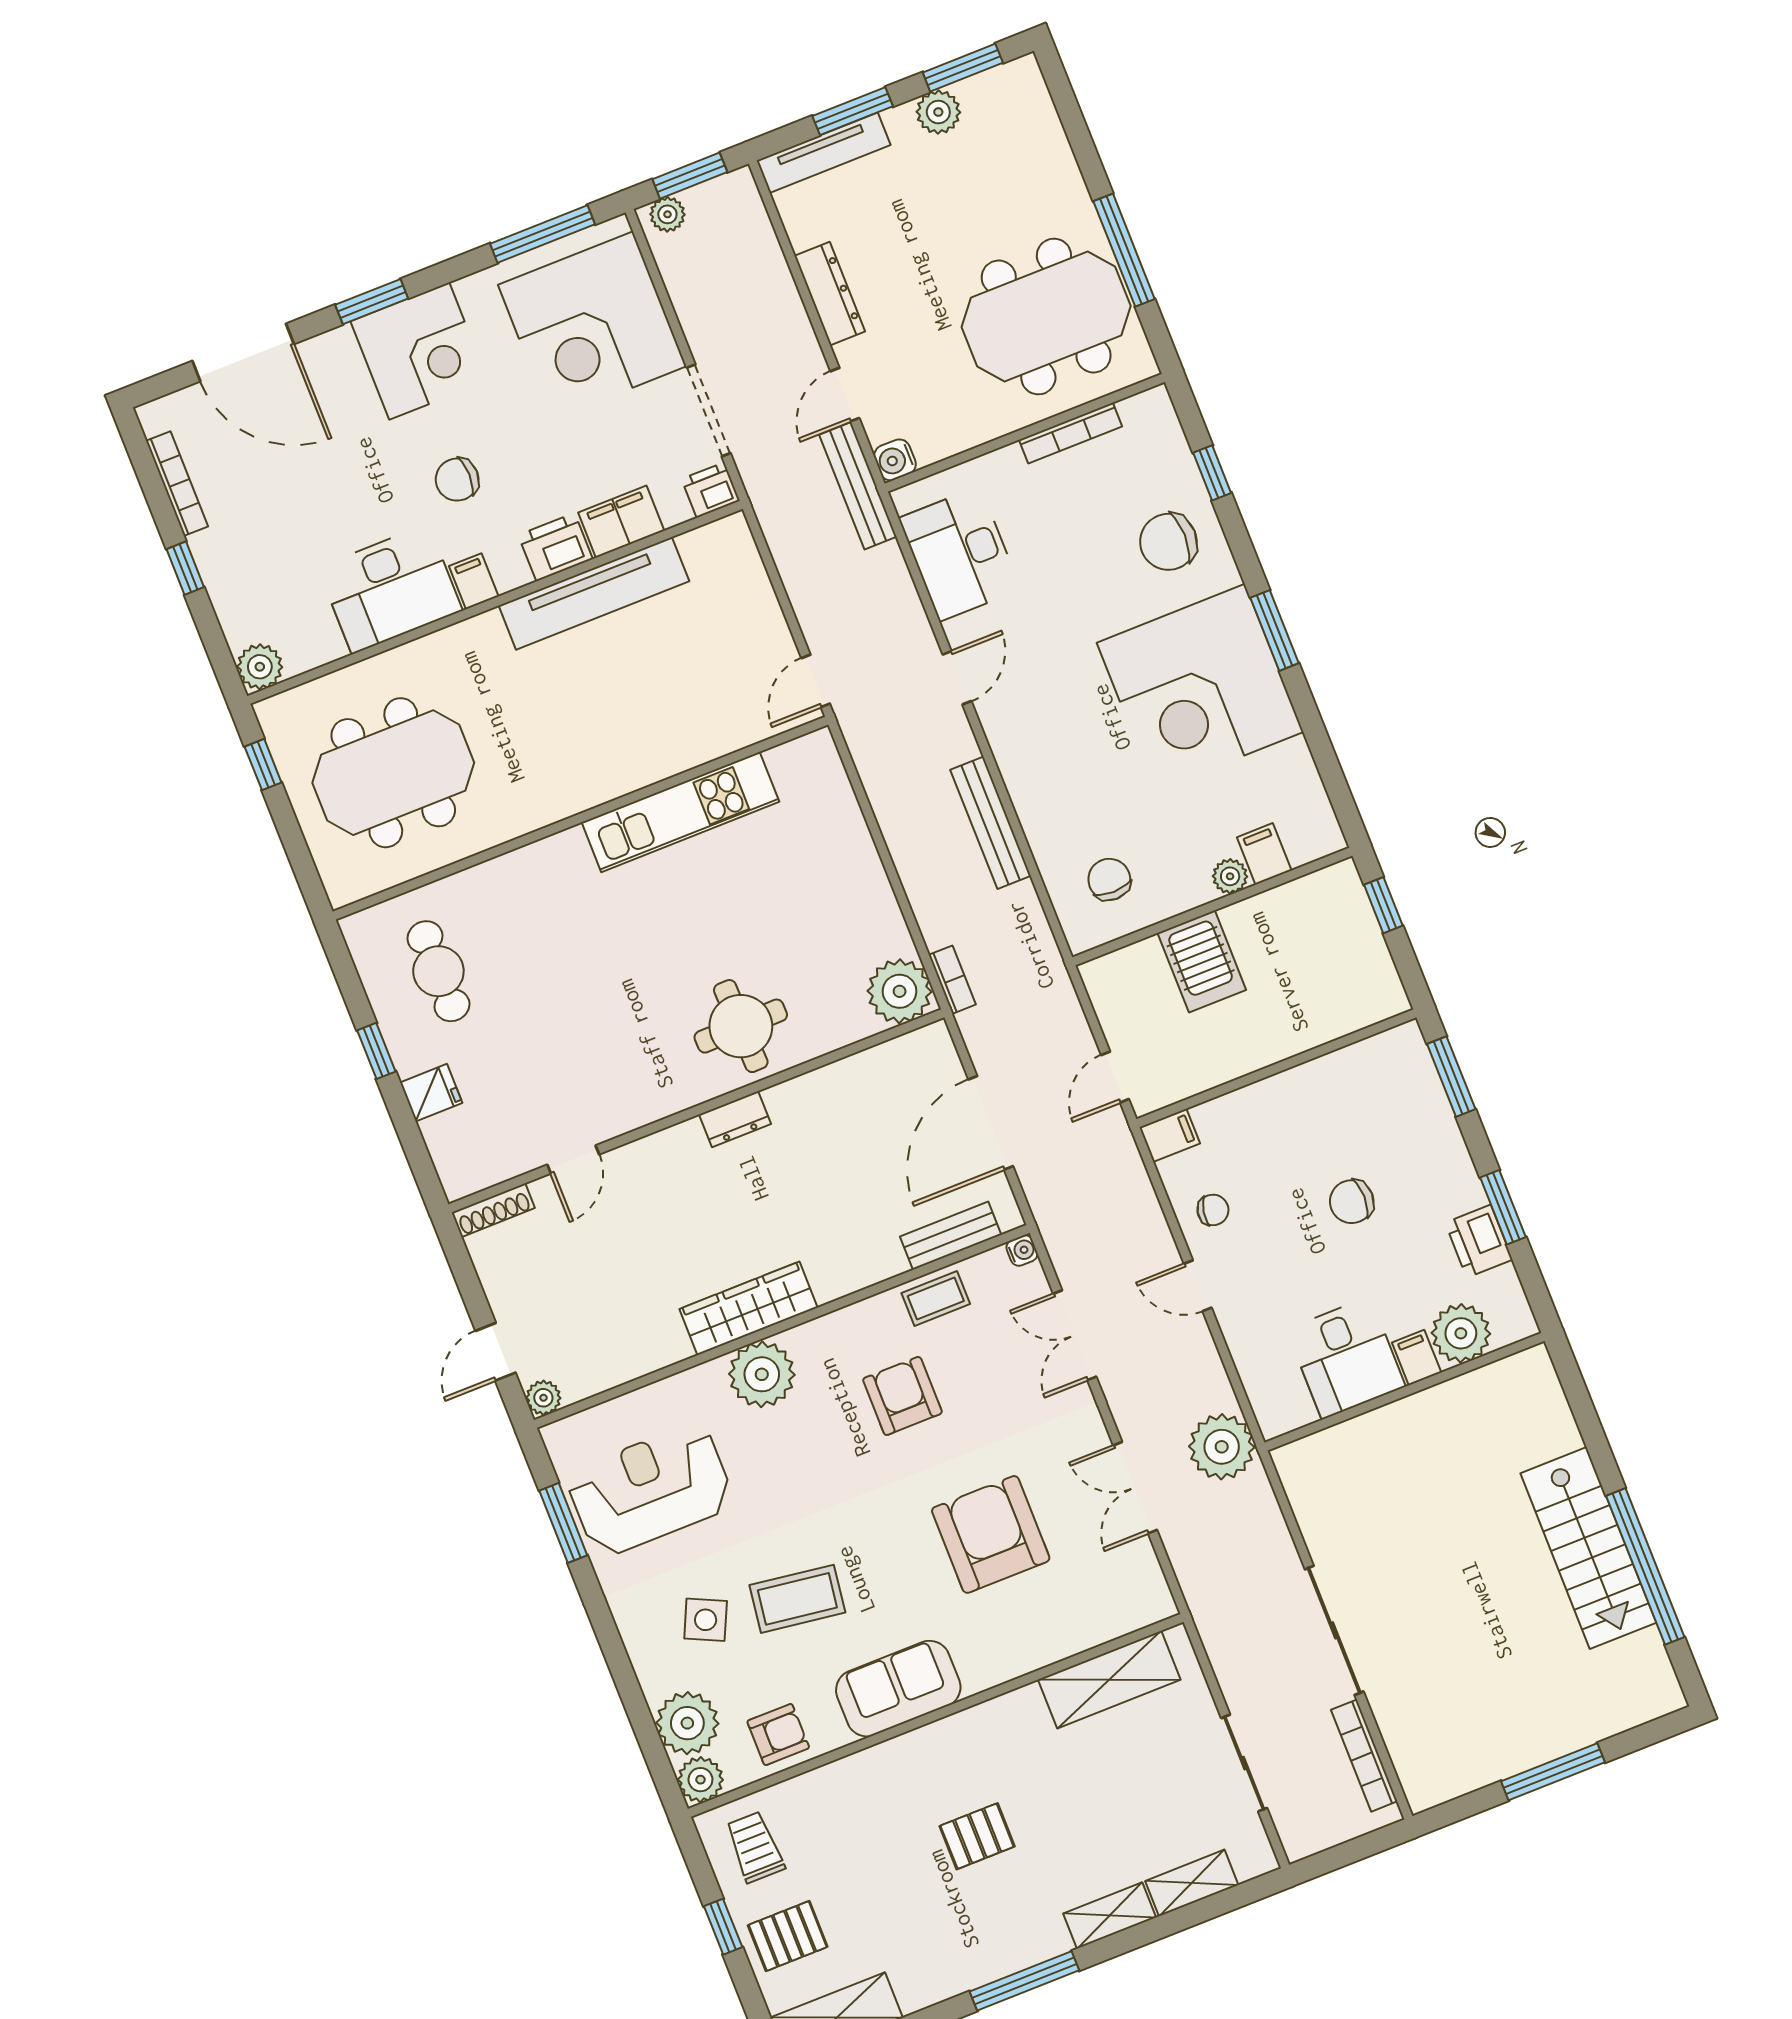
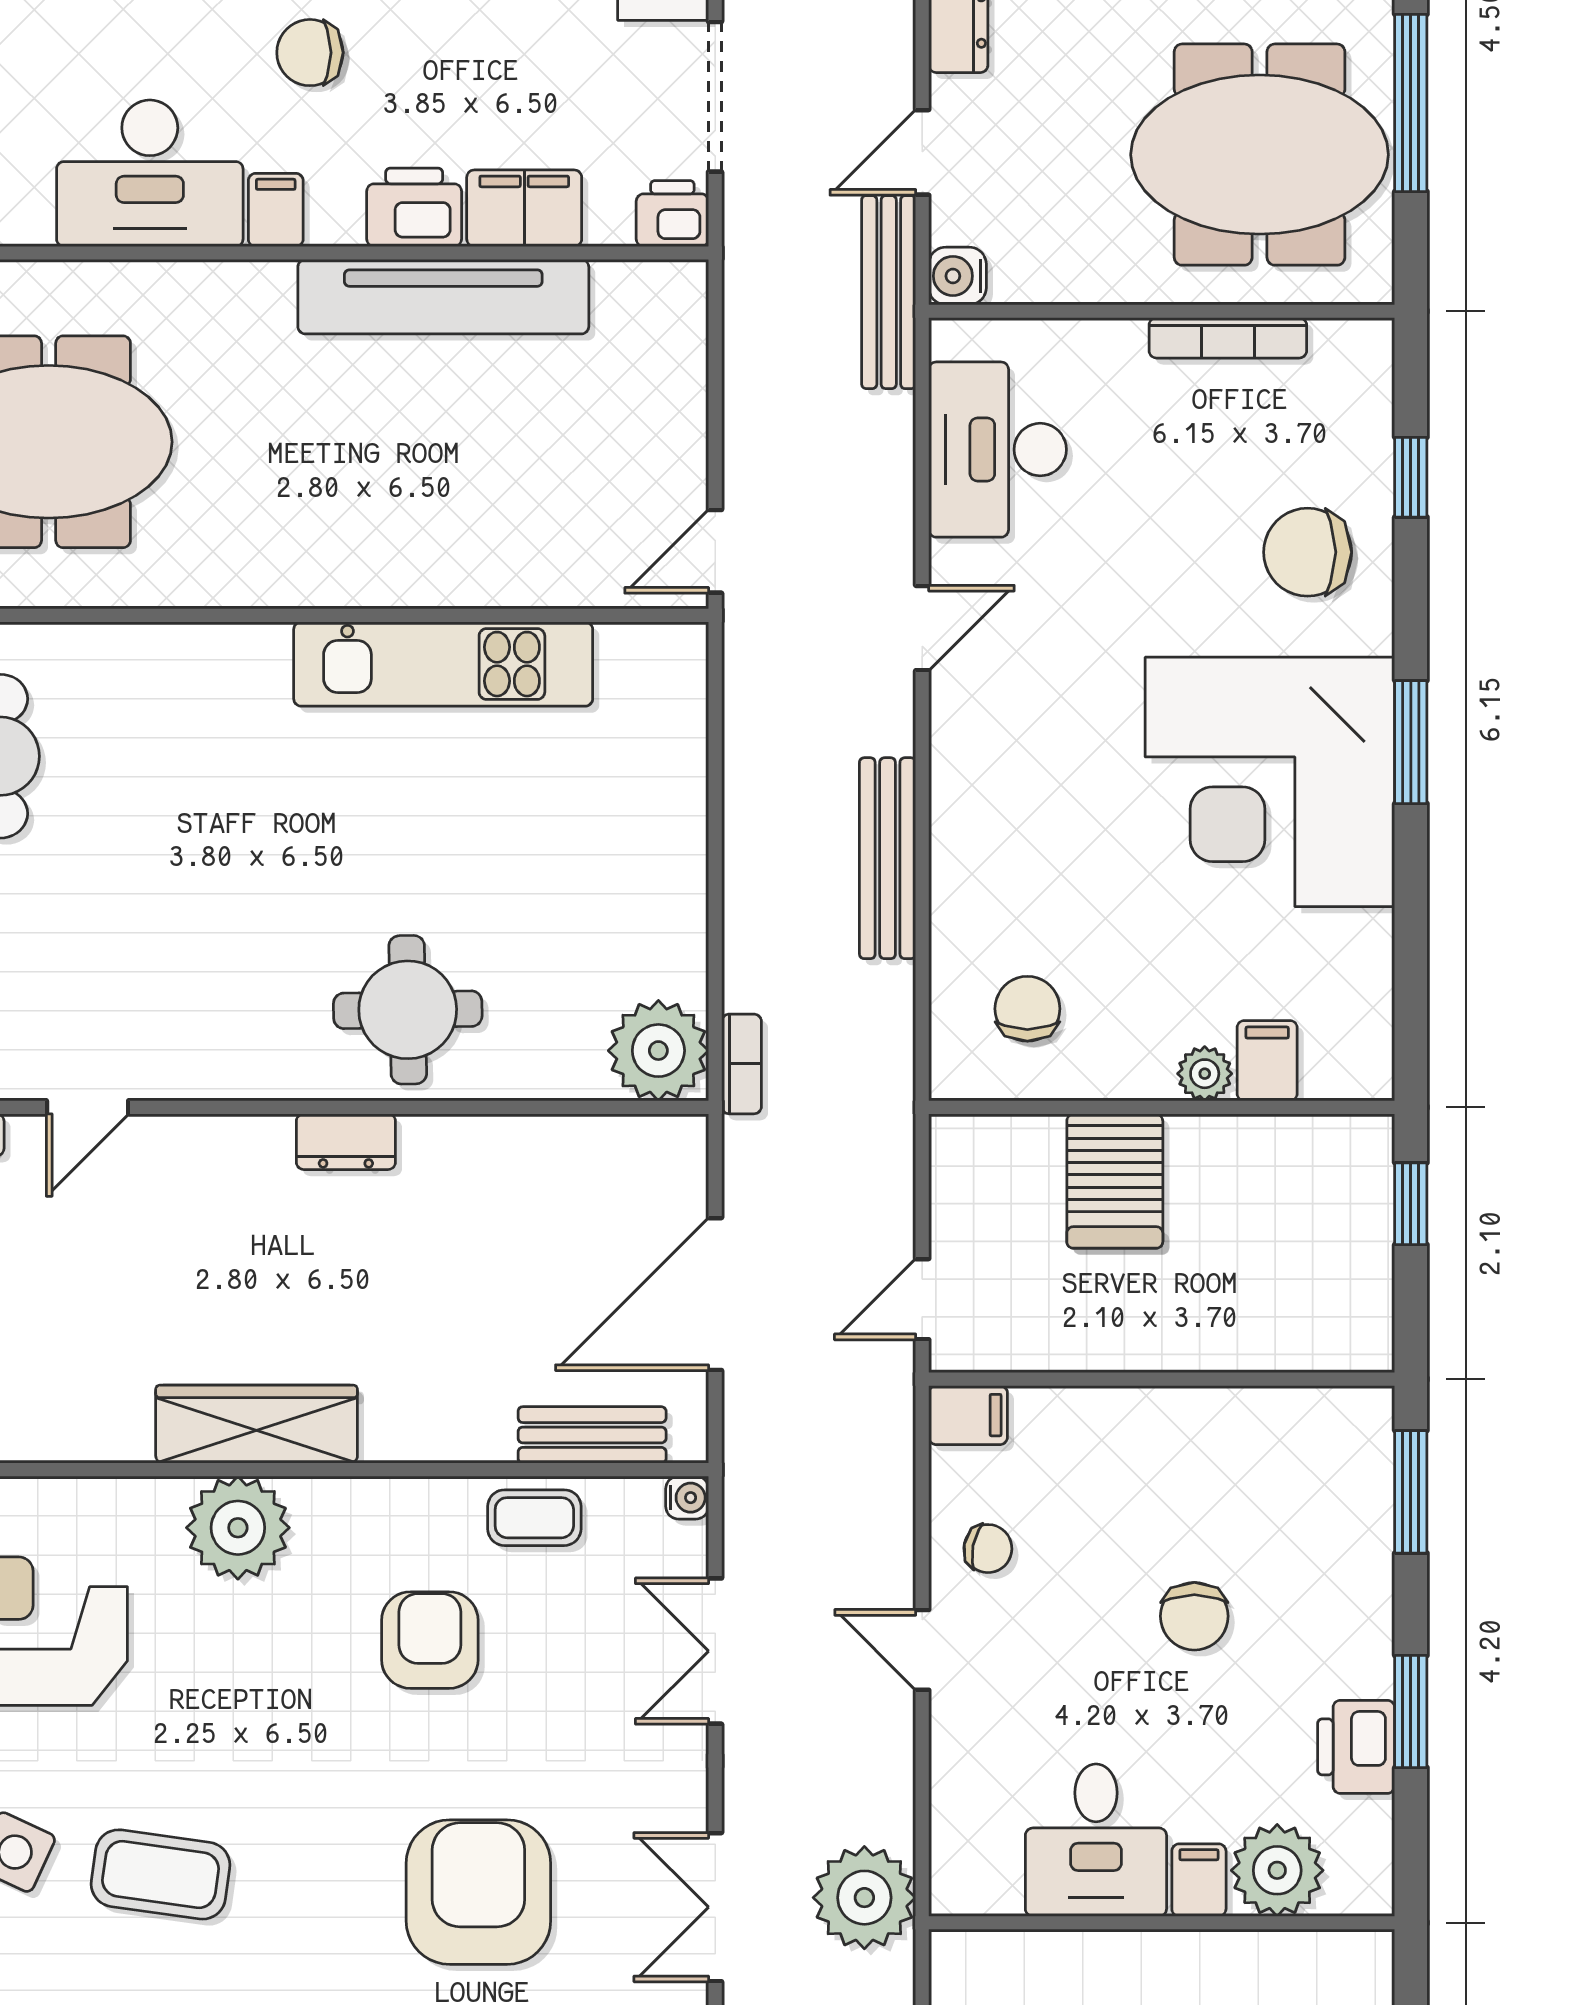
chair: (1352, 1202) -> (1194, 1616), turned -90

